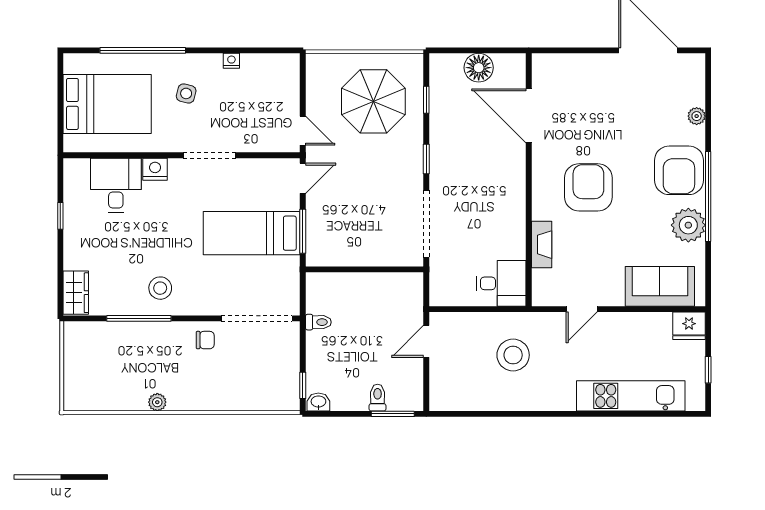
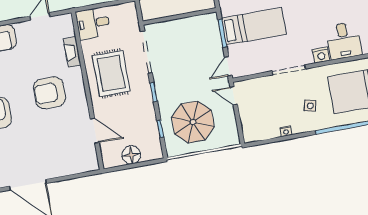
door: (529, 116) -> (95, 131), width x0.73
armchair: (588, 187) -> (49, 93), turned 90
rug: (487, 200) -> (111, 73), added

